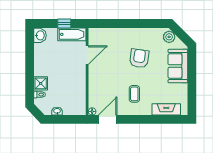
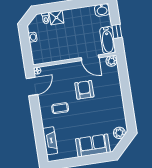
plant: (94, 34) -> (111, 61), added
armchair: (139, 58) -> (84, 90), moved, turned -98
door: (108, 119) -> (32, 87), hinge flipped

